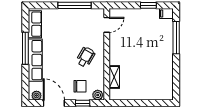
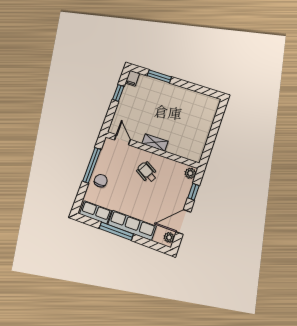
window: (176, 38) -> (159, 76), width x0.69
shelving: (114, 77) -> (155, 142), moved
chair: (80, 86) -> (101, 181), moved

